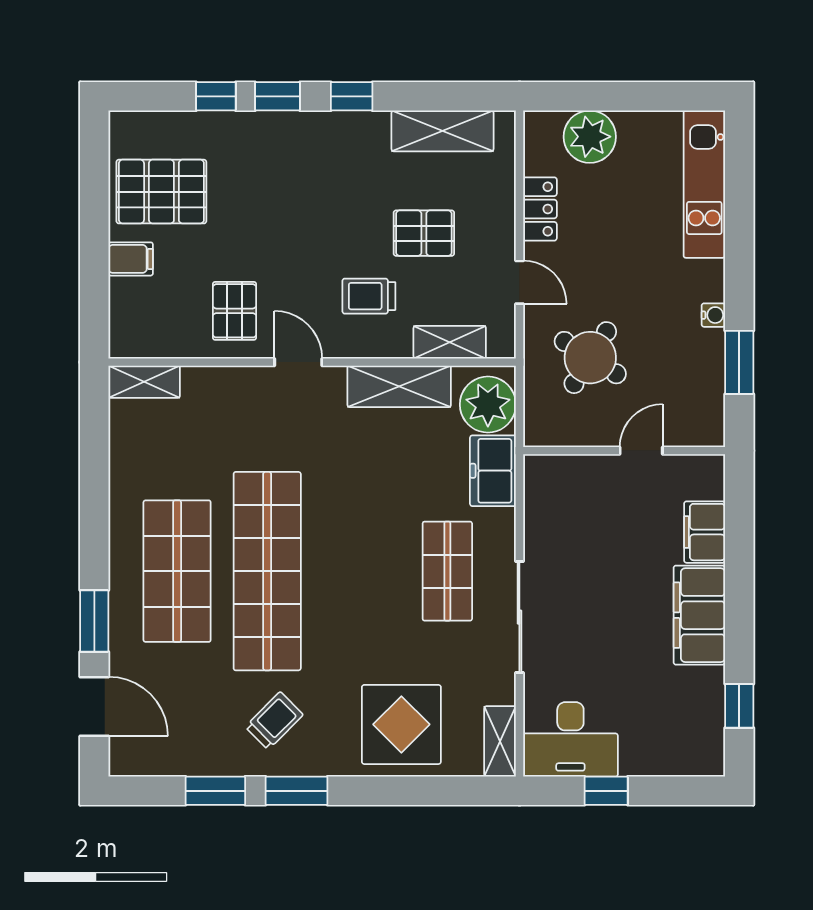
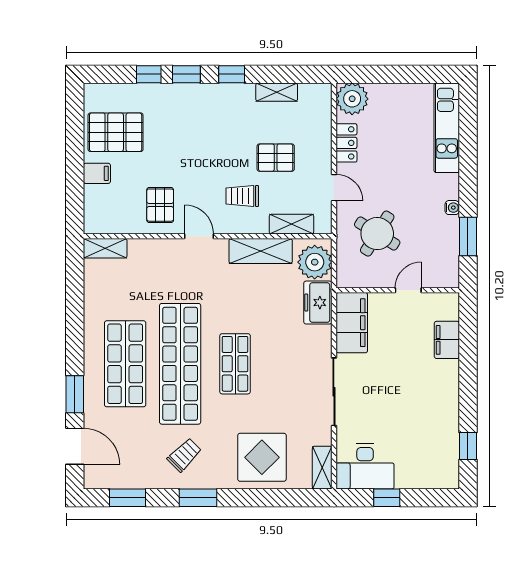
shelving: (442, 131) -> (277, 92), width x0.67, depth x0.75
plant: (590, 137) -> (352, 99), moved
shop shelf: (447, 571) -> (235, 364), moved
filing cabinet: (699, 615) -> (352, 323), moved, turned 180
window: (215, 791) -> (127, 498), moved

